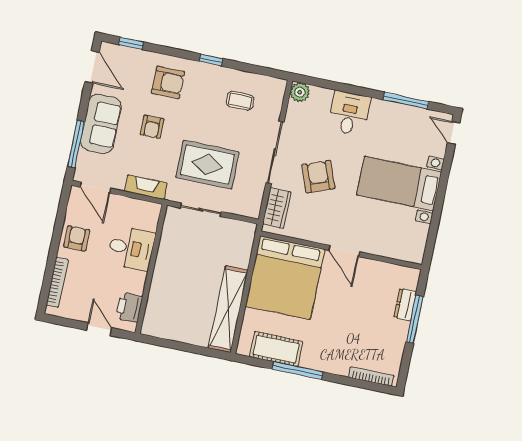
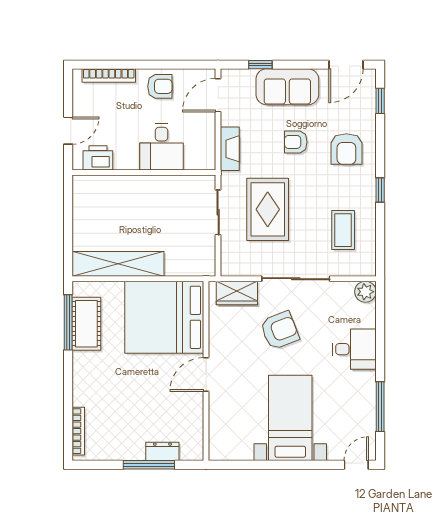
coffee table: (240, 101) -> (343, 230), width x1.36, depth x1.30
window: (76, 144) -> (260, 65), width x0.46
window: (297, 371) -> (68, 322), moved

